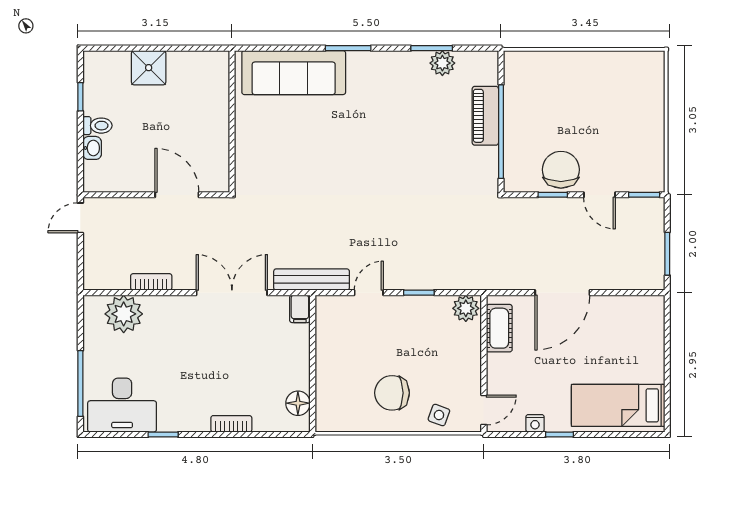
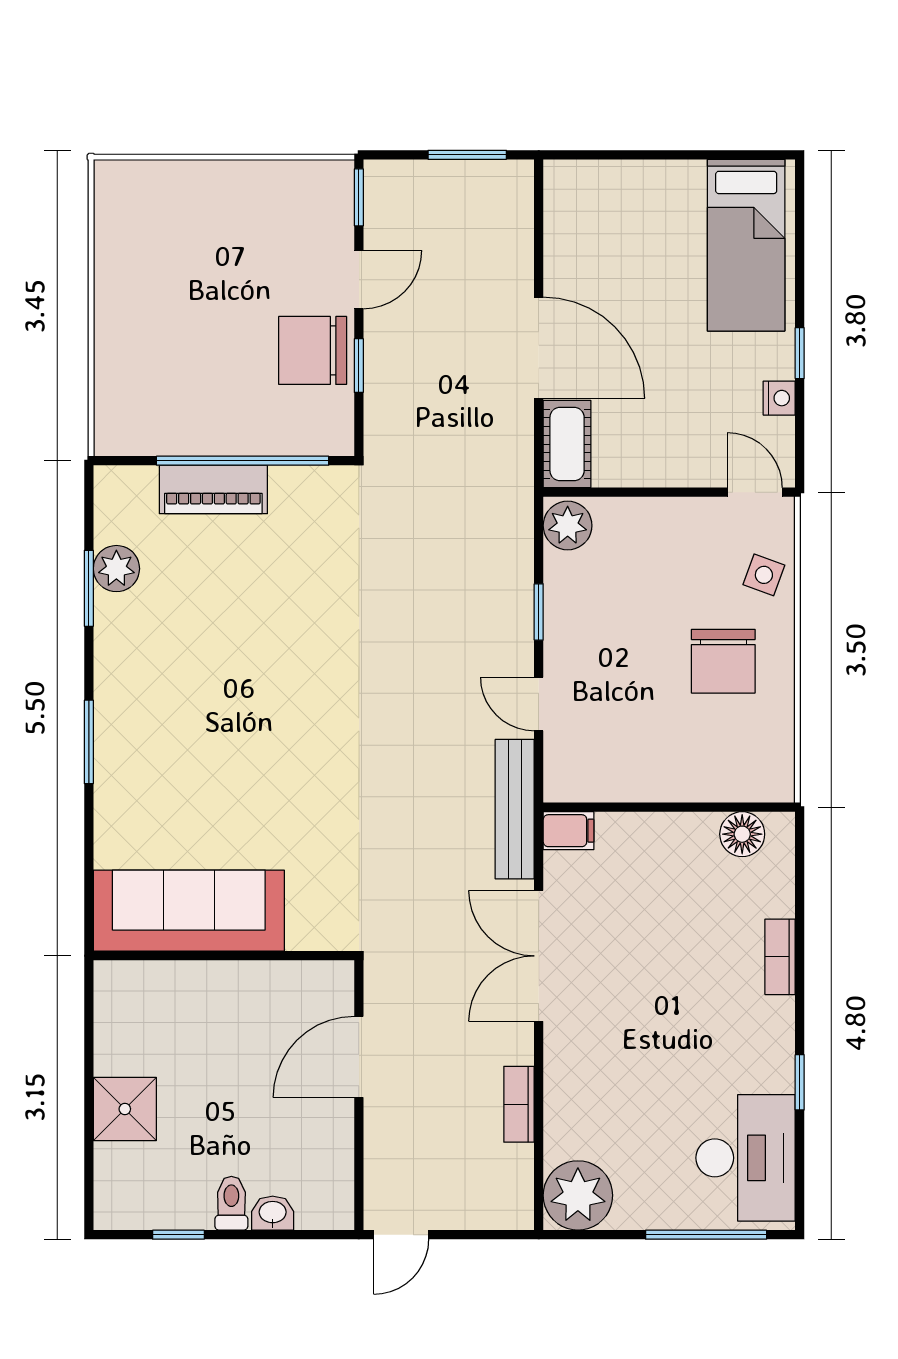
sofa: (294, 73) -> (189, 911), moved, turned -90
door: (80, 218) -> (401, 1235), hinge flipped
plant: (124, 314) -> (578, 1195), moved
cot: (499, 328) -> (567, 444), moved, turned 90

